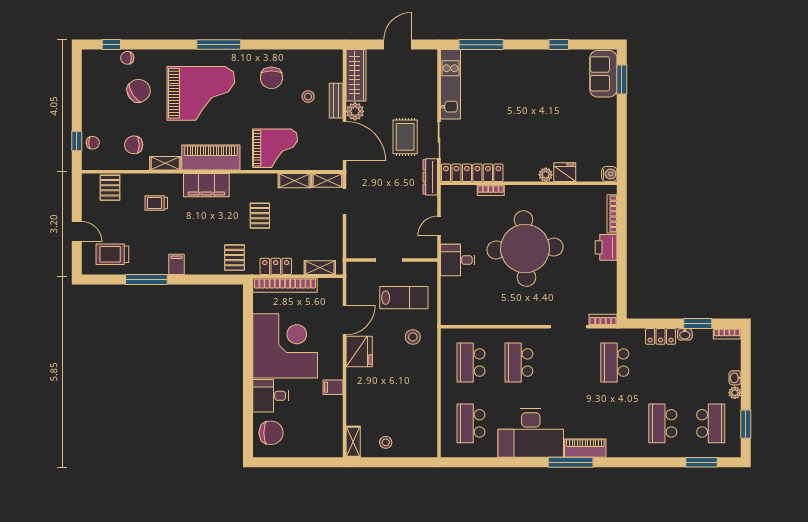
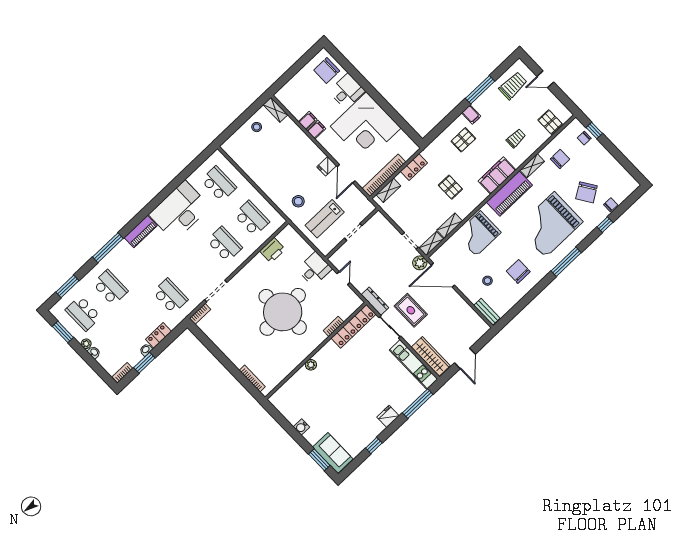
window: (111, 45) -> (605, 225), moved
wardrobe: (356, 75) -> (431, 356), moved, turned 180
bench: (336, 101) -> (487, 312), moved
plant: (355, 111) -> (420, 263), moved
fridge: (565, 172) -> (388, 416), moved, turned 180
water cooler: (609, 174) -> (301, 427), moved
printer: (606, 247) -> (272, 250), moved, turned 90
pallet: (235, 258) -> (463, 140), moved, turned 90
bookcase: (285, 285) -> (384, 175), moved
fridge: (359, 351) -> (327, 166), width x0.53, depth x0.75
filing cabinet: (333, 403) -> (308, 121), added
window: (571, 462) -> (108, 248), moved

